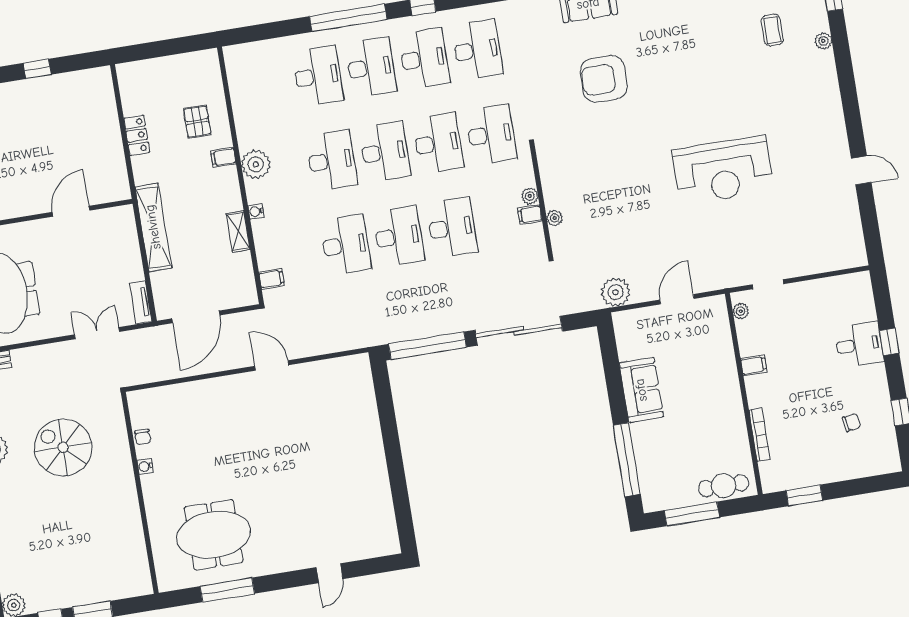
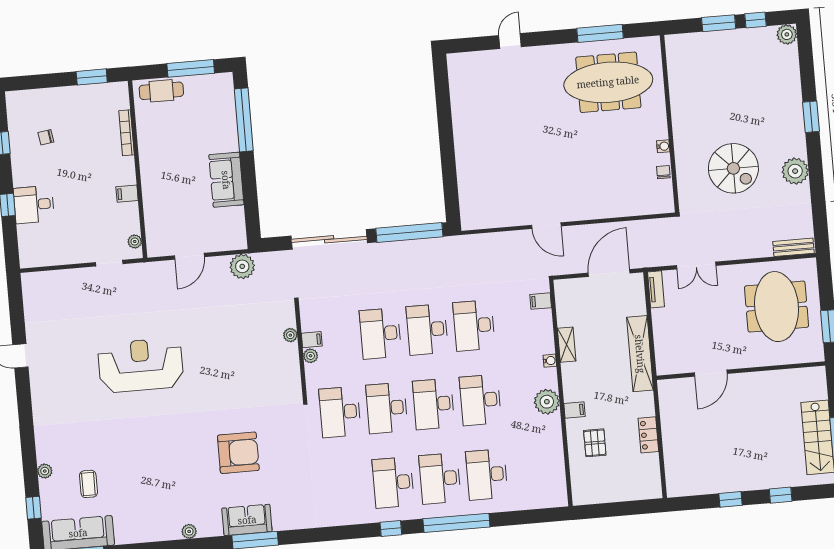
desk: (477, 50) -> (346, 486), removed
meeting table: (214, 535) -> (608, 82), width x1.36

